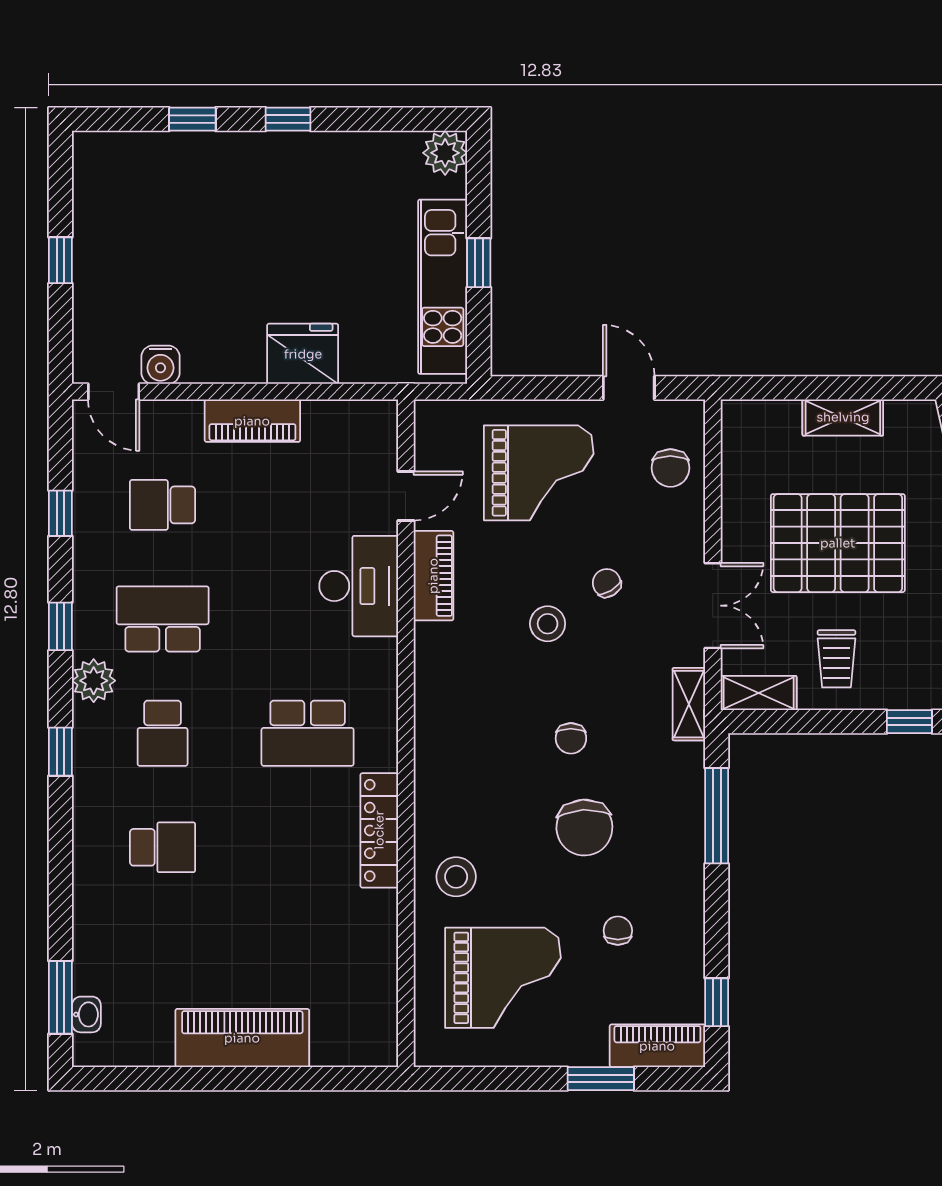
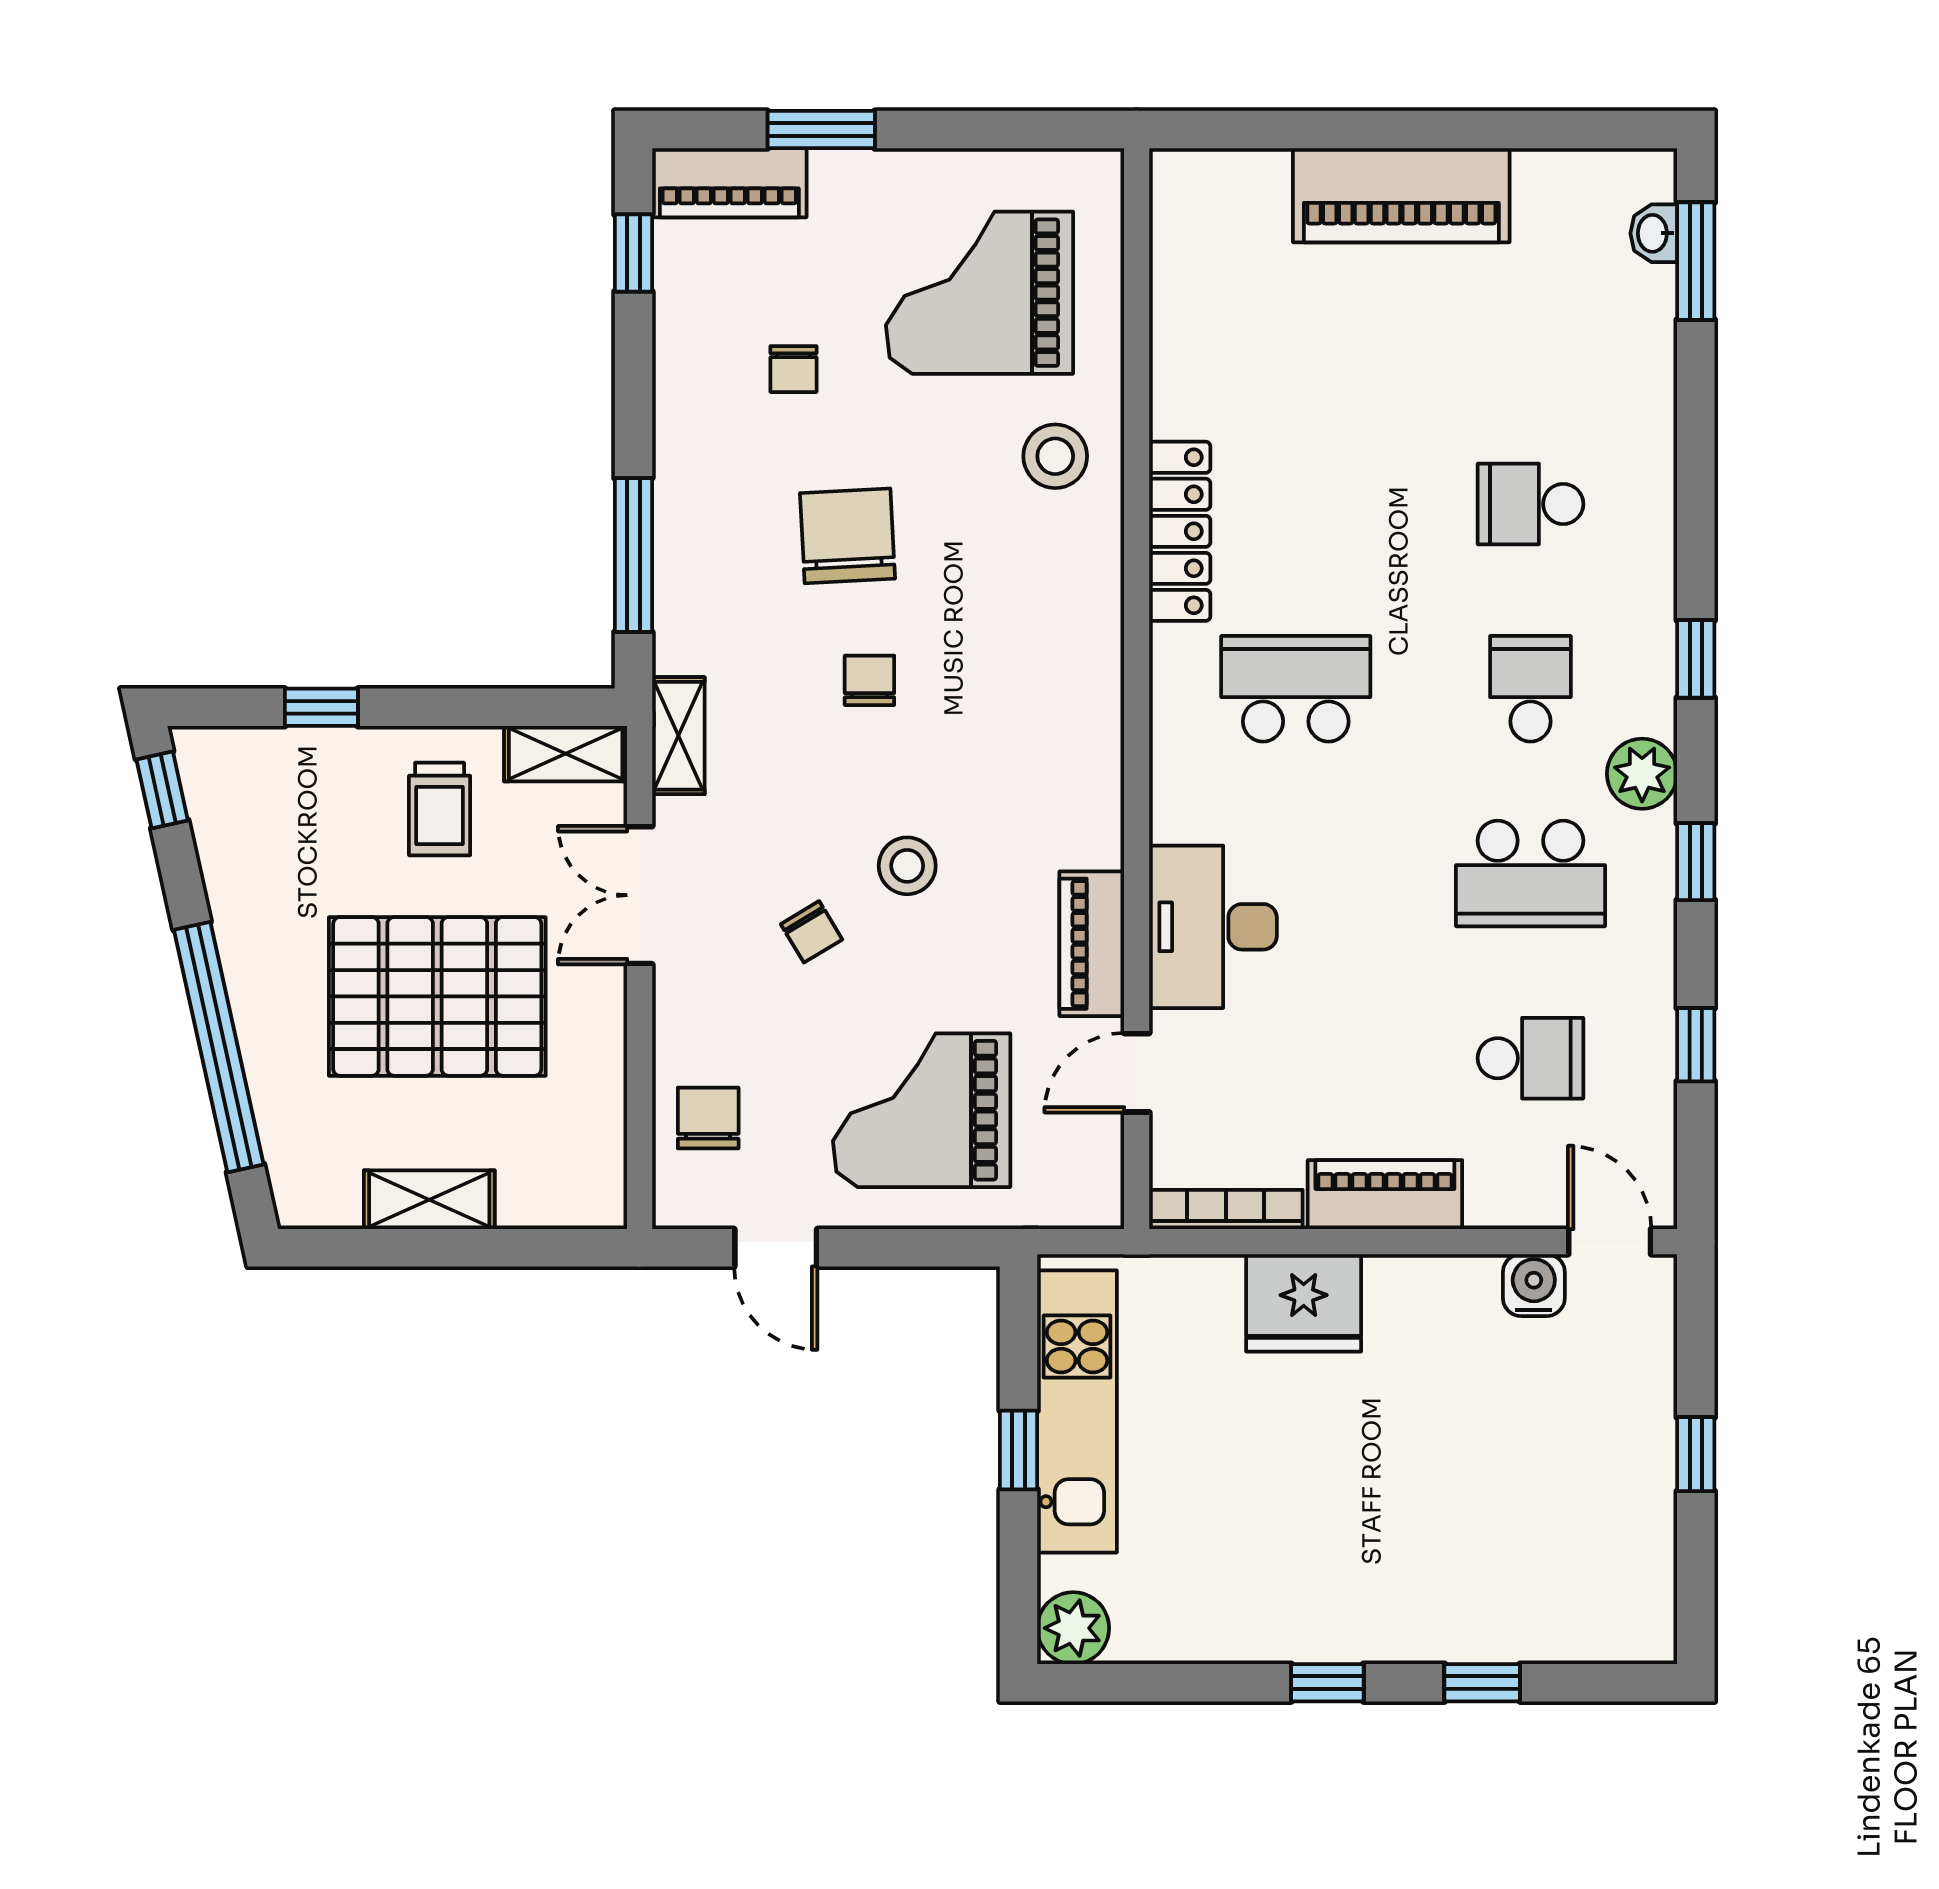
bookcase: (351, 411) -> (1226, 1210), added
trolley: (836, 659) -> (440, 809), turned 180

